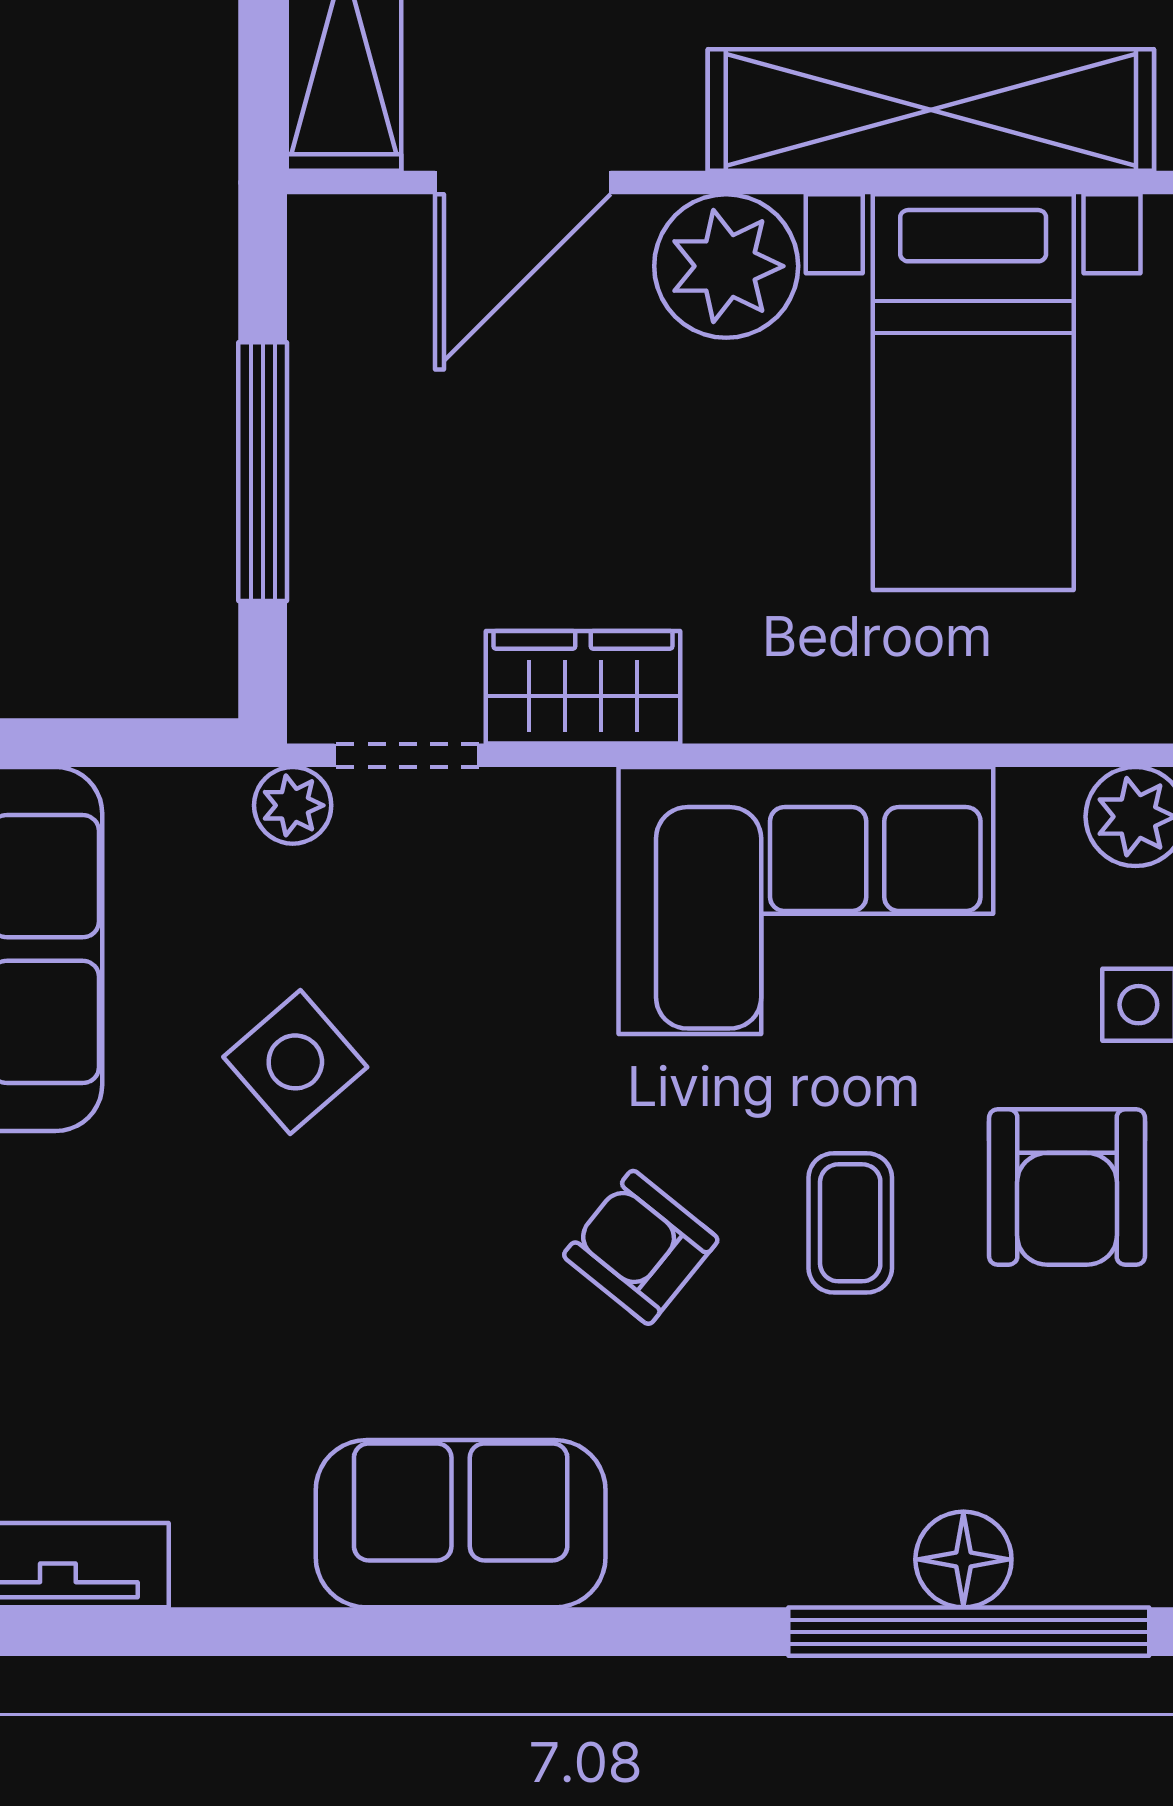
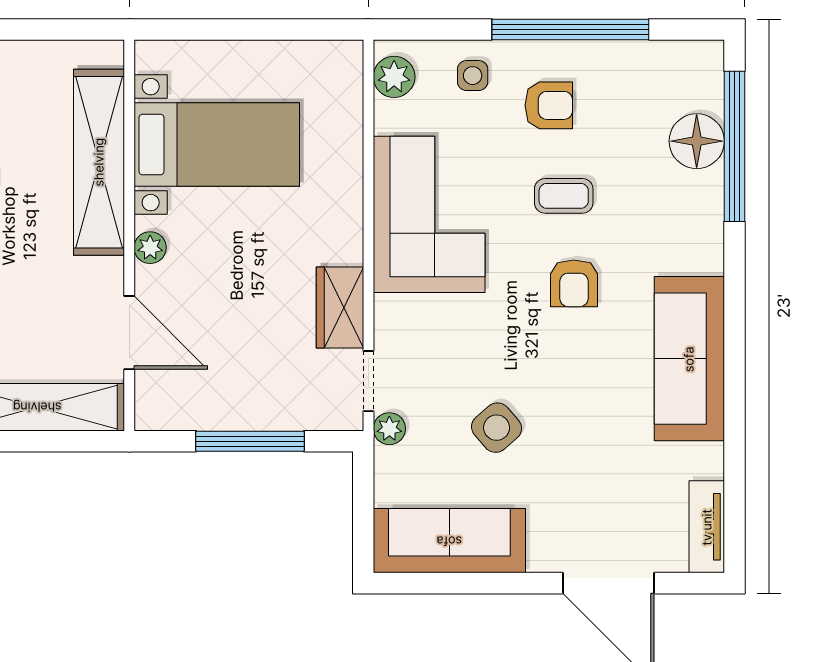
plant: (726, 266) -> (150, 248), width x0.53, depth x0.53
armchair: (1067, 1187) -> (549, 105), width x0.72, depth x0.72
armchair: (641, 1247) -> (574, 283), turned -39
sofa: (461, 1524) -> (689, 359), width x1.36
floor lamp: (963, 1559) -> (697, 141), width x1.38, depth x1.38

